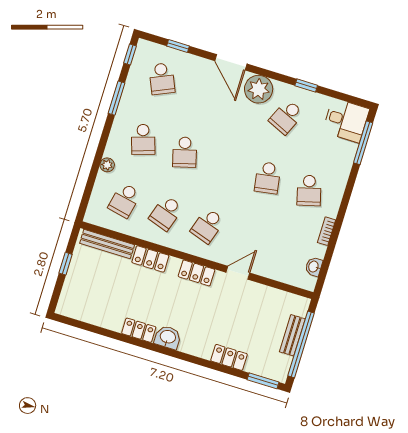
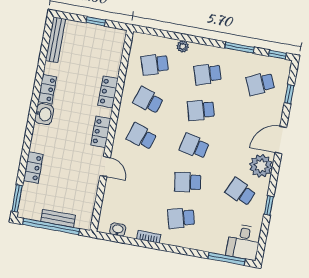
school desk: (226, 165) -> (194, 146), added
school desk: (124, 200) -> (155, 64), turned -30
bench: (107, 244) -> (55, 40), moved

